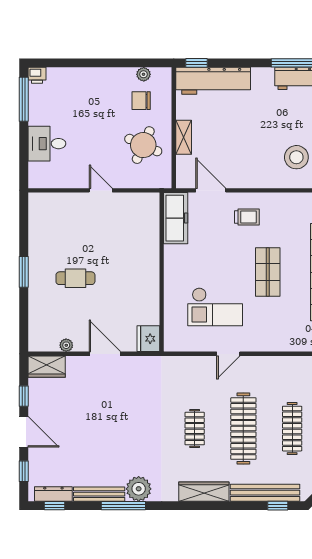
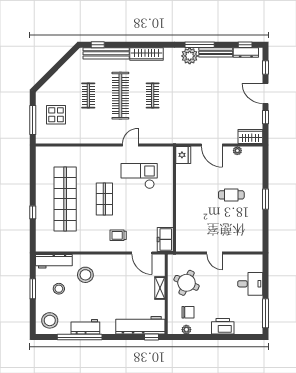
printer: (37, 75) -> (223, 326), moved, width x1.87, depth x1.48
freezer: (176, 218) -> (165, 239), width x0.71
clothes rail: (292, 429) -> (88, 96), width x0.73

